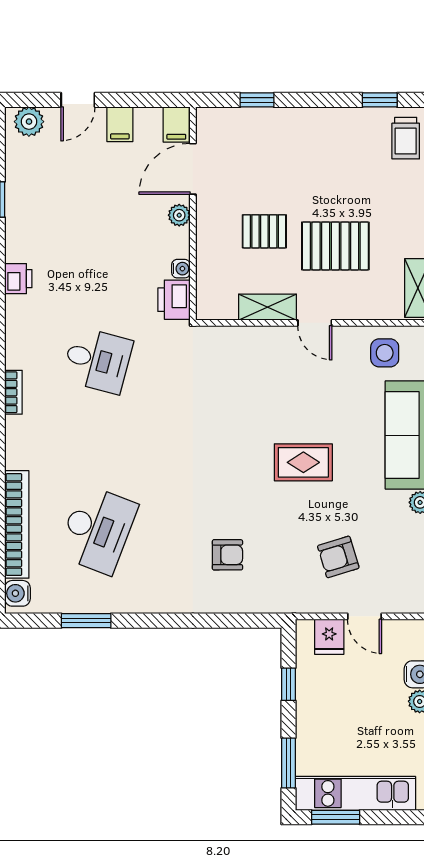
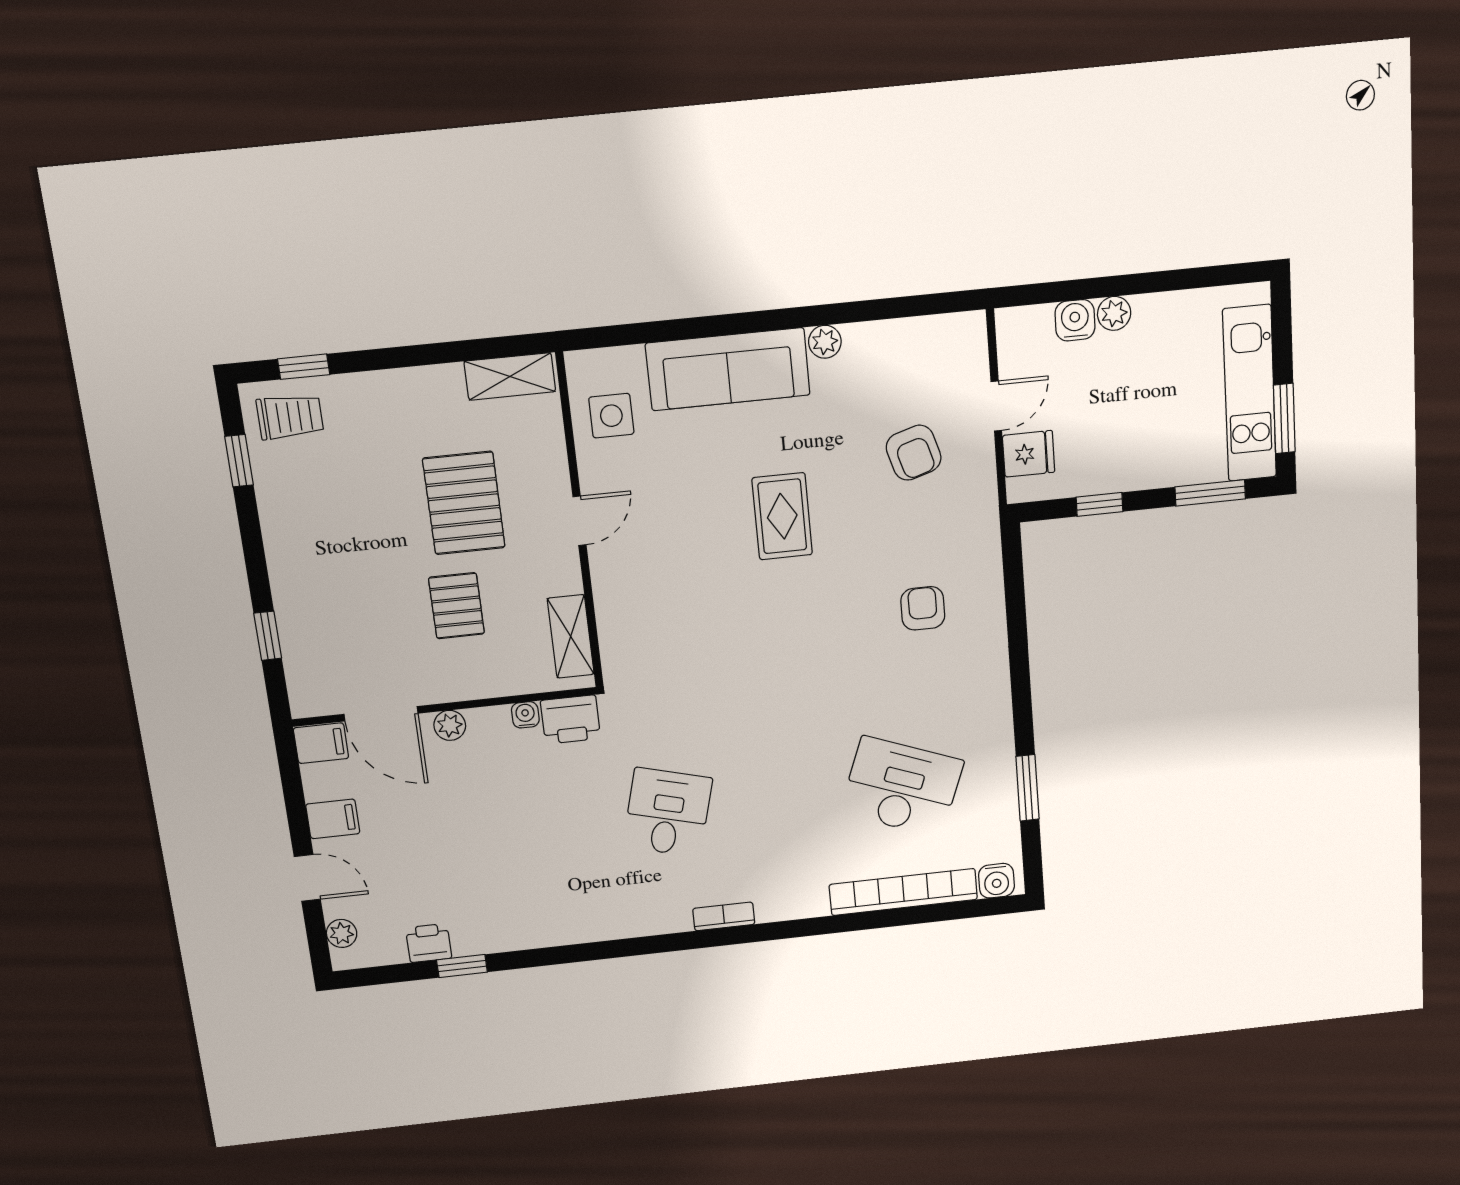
plant: (29, 122) -> (342, 933), width x0.73, depth x0.73
printer: (18, 279) -> (429, 943), moved
shelving: (268, 307) -> (571, 636), moved

